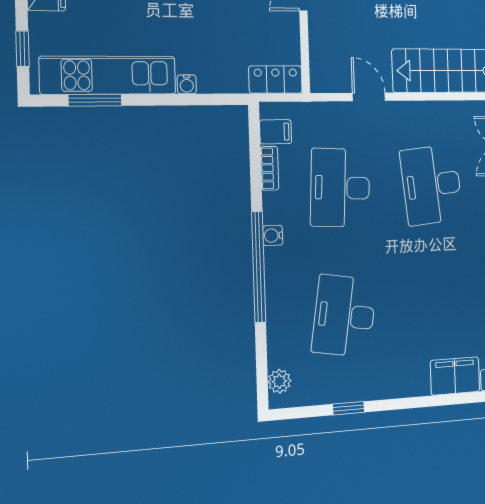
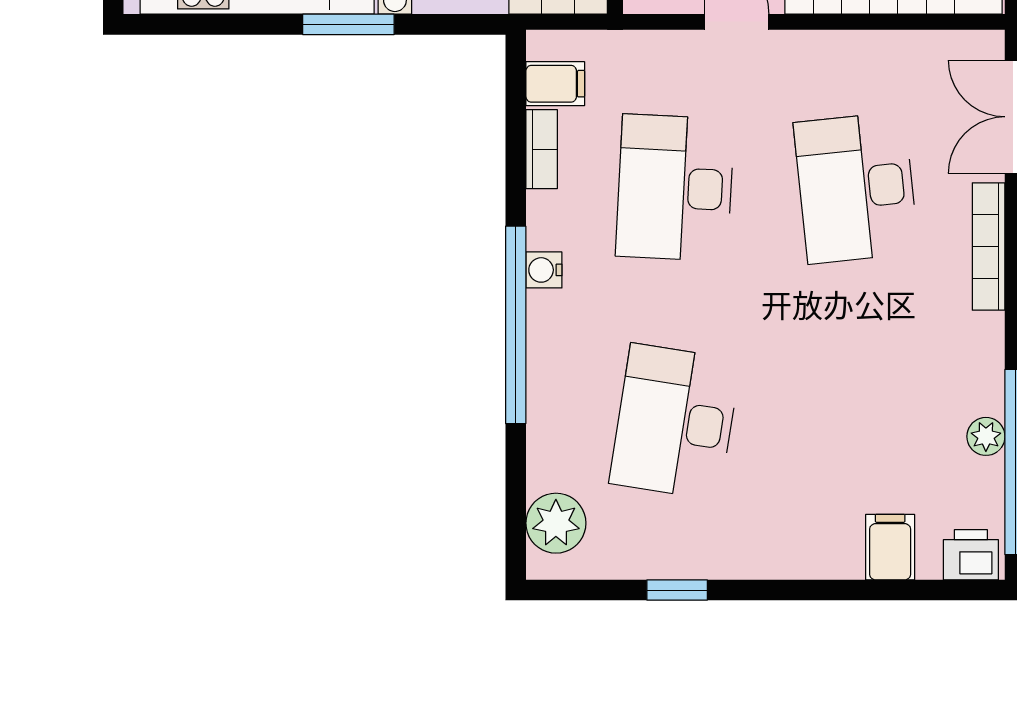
window: (95, 100) -> (348, 24), moved
filing cabinet: (455, 376) -> (890, 547), width x0.50
plant: (279, 381) -> (556, 523), width x1.38, depth x1.38

